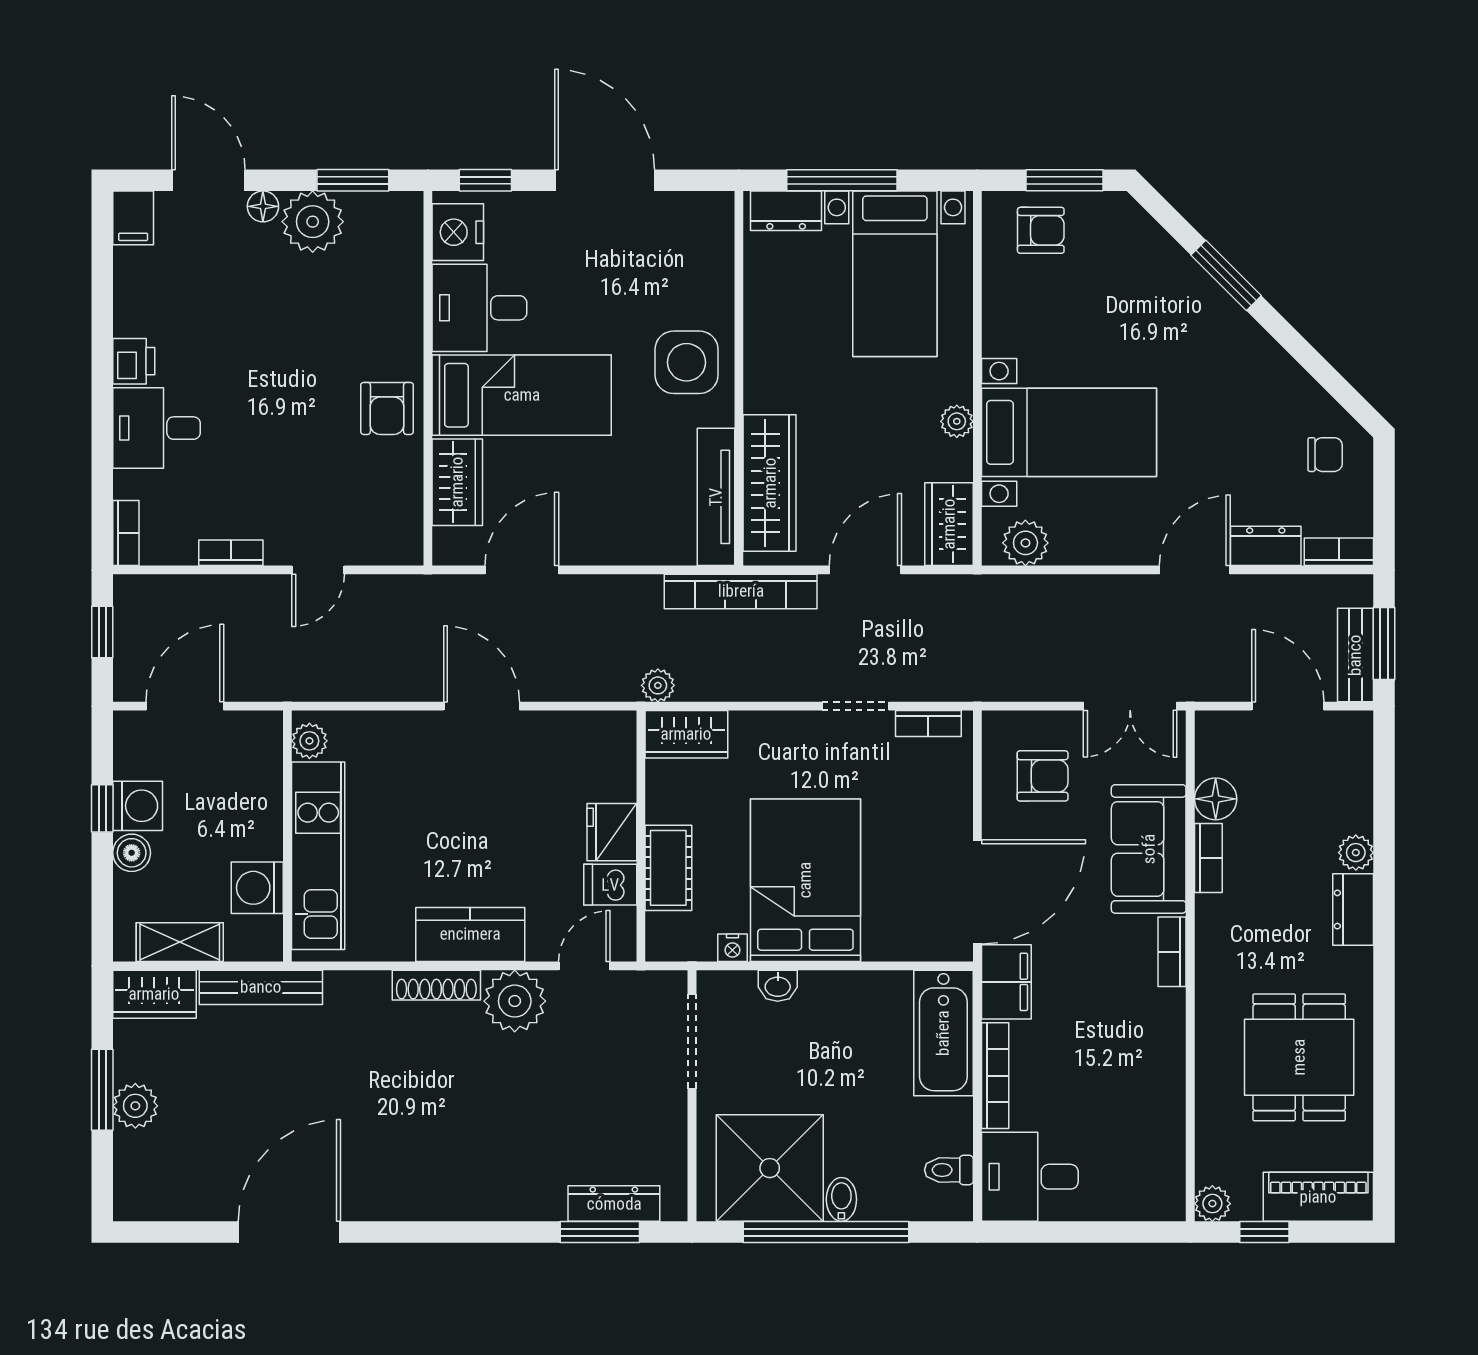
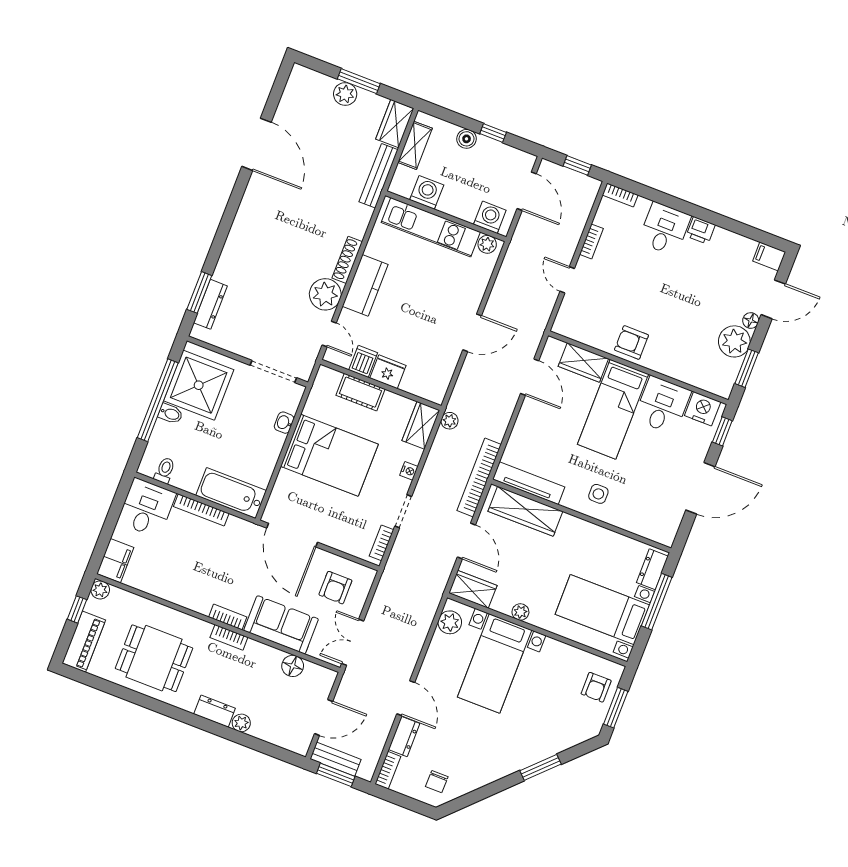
side table: (687, 362) -> (598, 494), width x0.54, depth x0.54
washing machine: (138, 806) -> (490, 217), moved, turned 180
bookcase: (1208, 858) -> (229, 637), moved
nightstand: (732, 948) -> (409, 471), moved, turned 180
filing cabinet: (1006, 982) -> (115, 561), moved, turned -90

